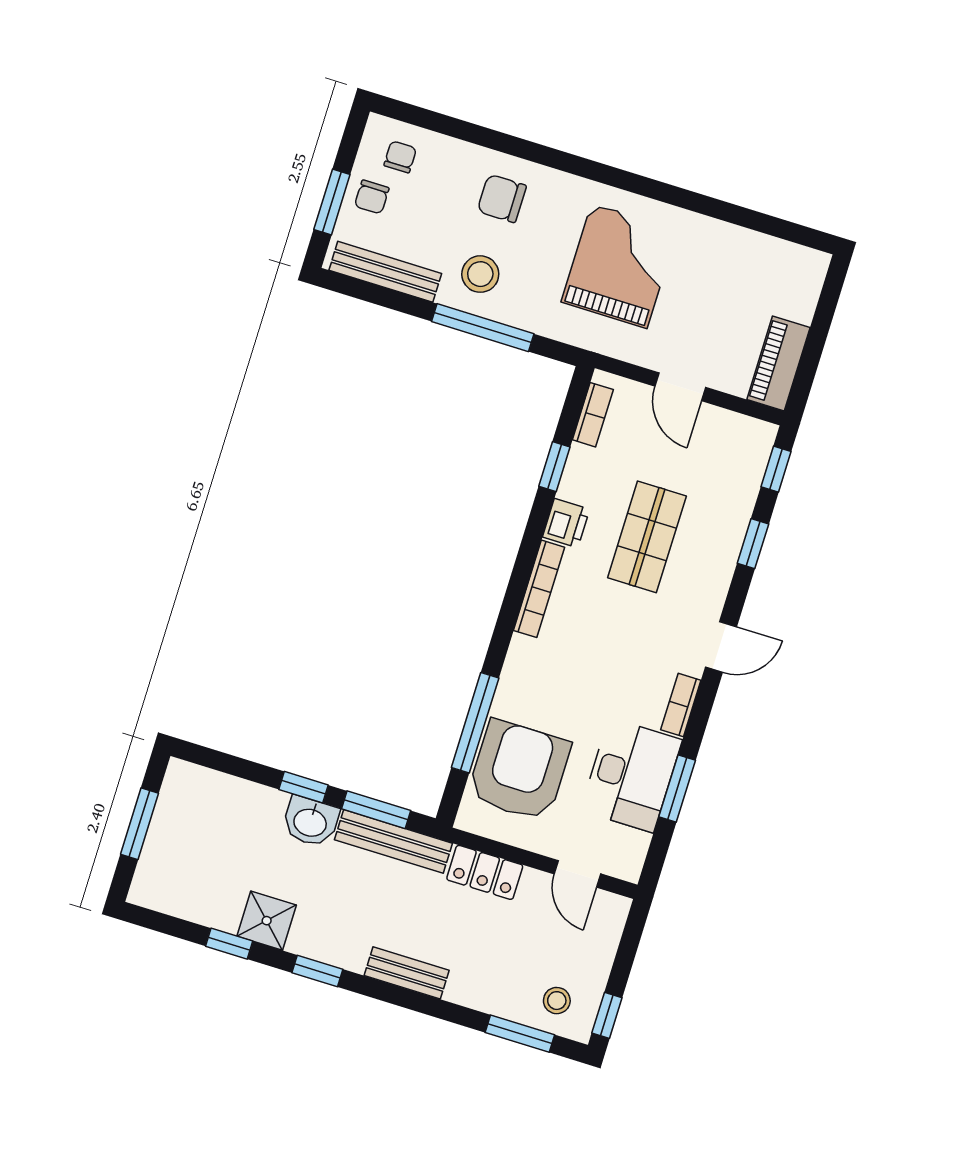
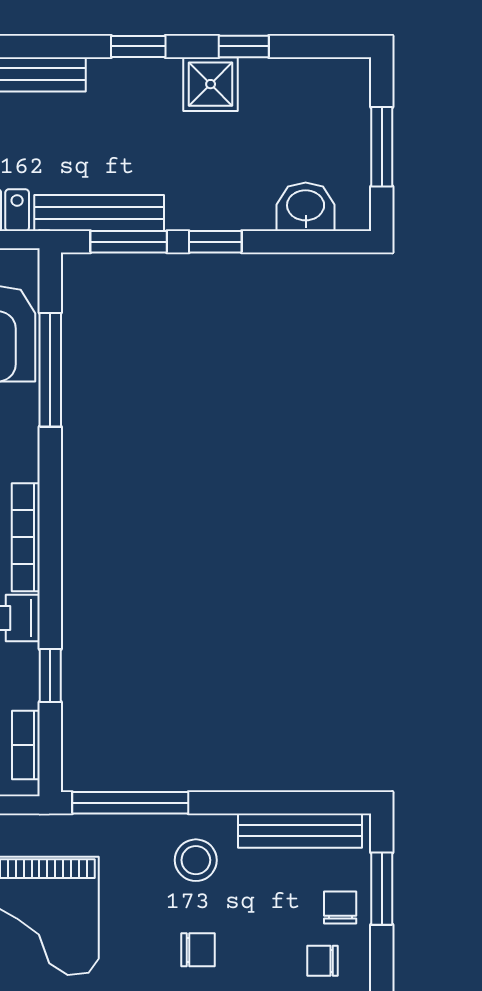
chair: (400, 157) -> (323, 961), turned 90
chair: (502, 198) -> (198, 950), width x0.73, depth x0.73
window: (483, 328) -> (130, 803), moved
washbasin: (310, 822) -> (306, 207), moved

